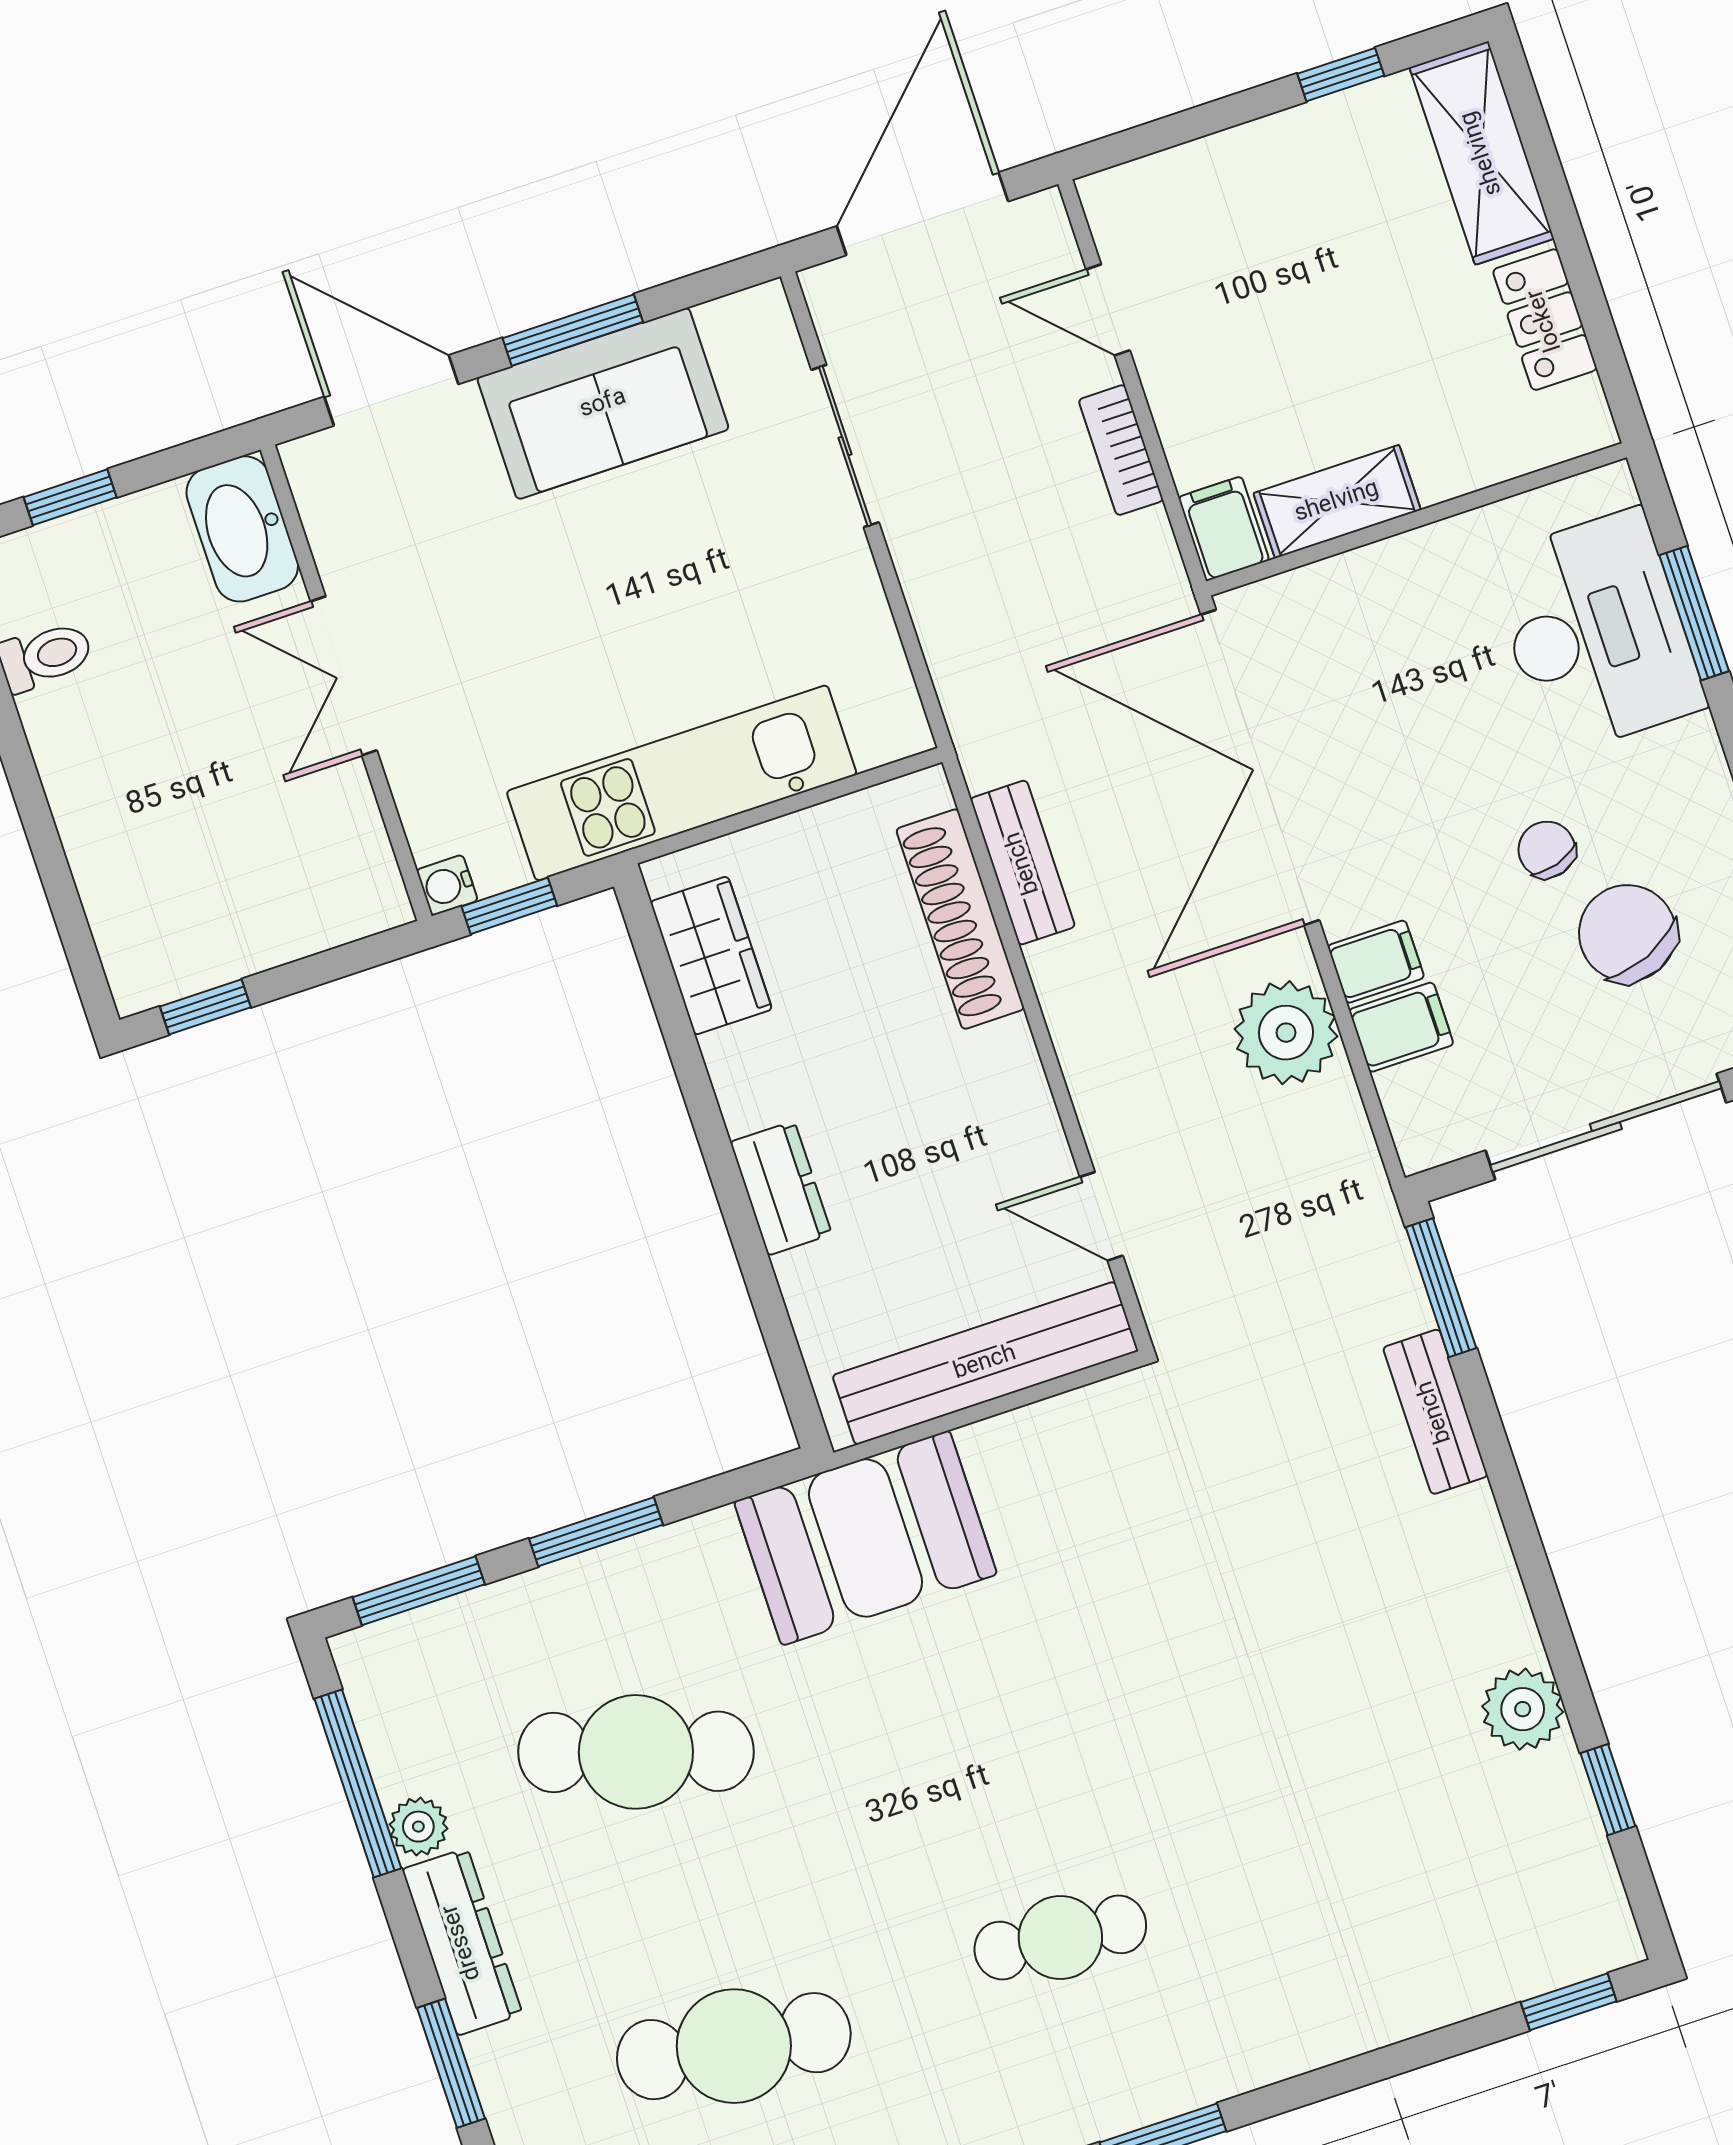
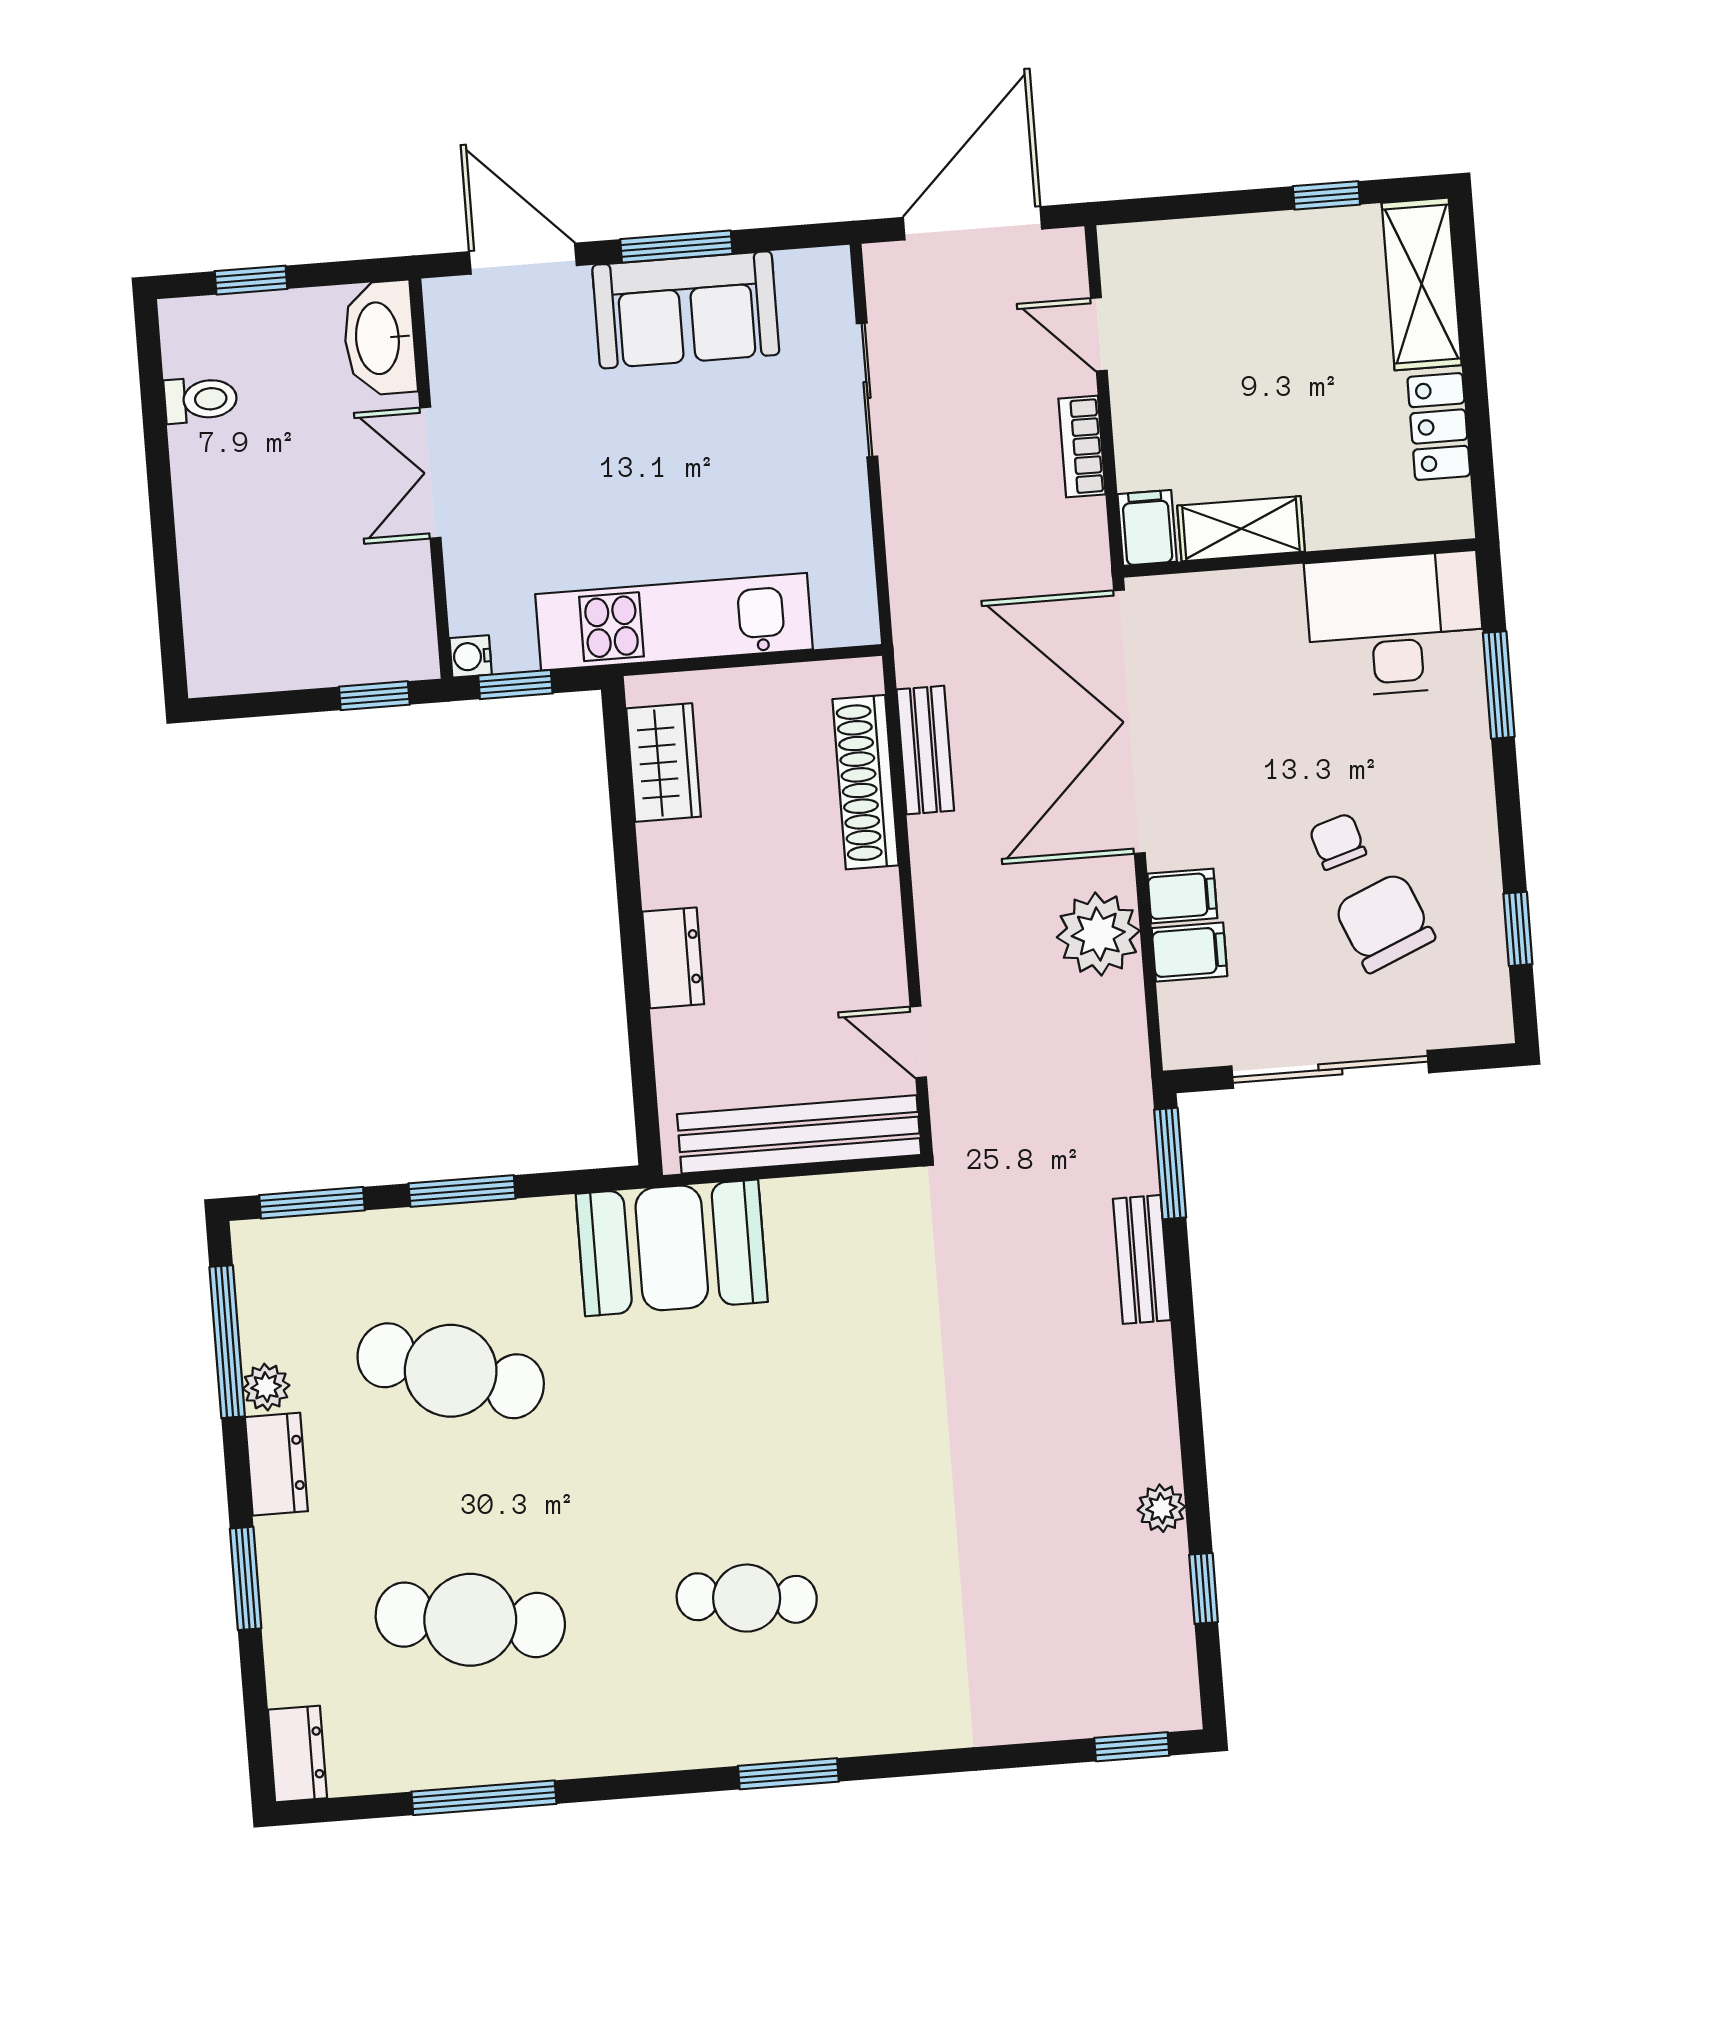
desk: (1596, 632) -> (1395, 624), moved, turned -90
window: (205, 1007) -> (374, 696), moved
plant: (1523, 1709) -> (1161, 1508), width x0.73, depth x0.73
dresser: (462, 1942) -> (276, 1464), width x0.70

